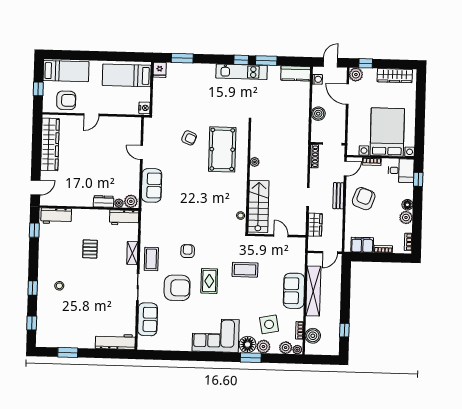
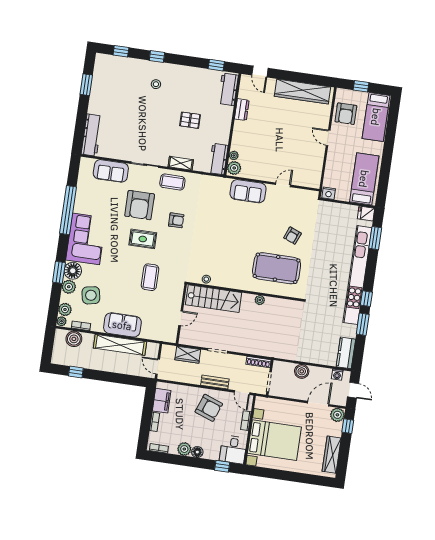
kitchen unit: (242, 72) -> (357, 275), width x1.86
dresser: (104, 201) -> (242, 110), moved
window: (190, 356) -> (68, 210), added

